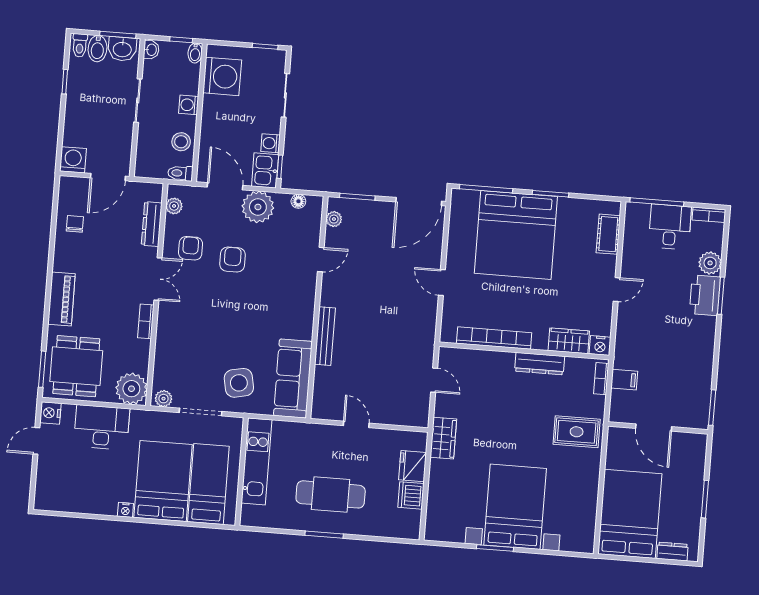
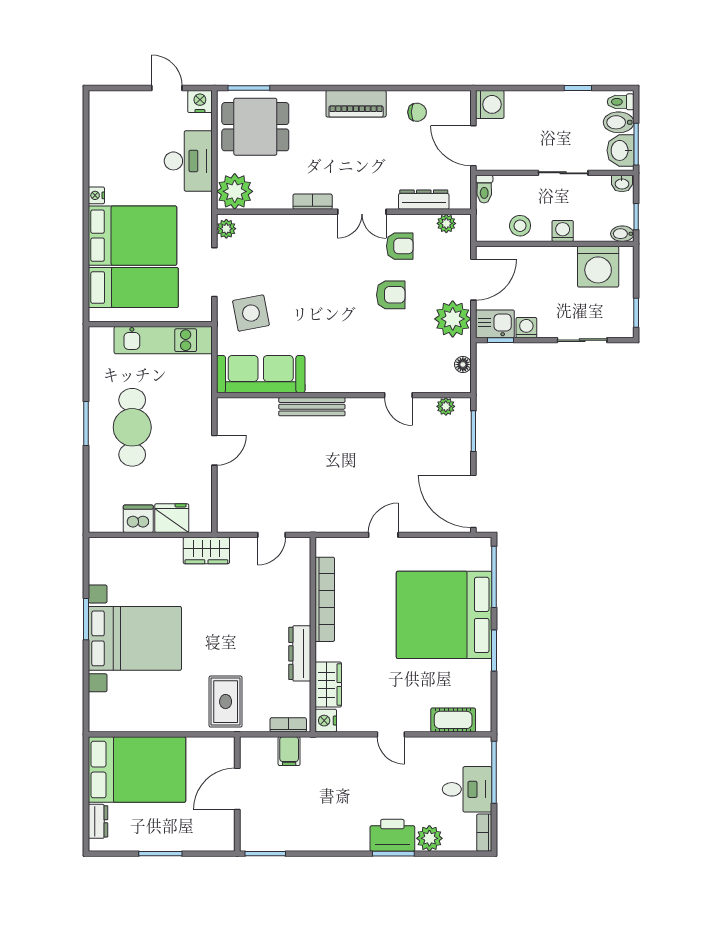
toilet: (180, 173) -> (484, 189), moved, turned 180
piano: (61, 299) -> (356, 104), moved

